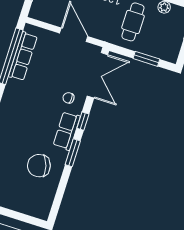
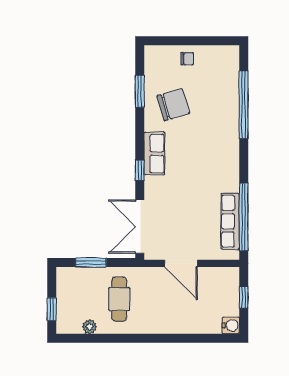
chair: (68, 98) -> (187, 59), moved
window: (73, 153) -> (140, 91), moved

